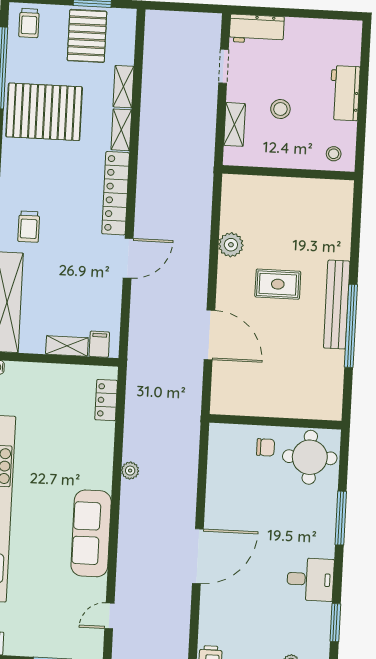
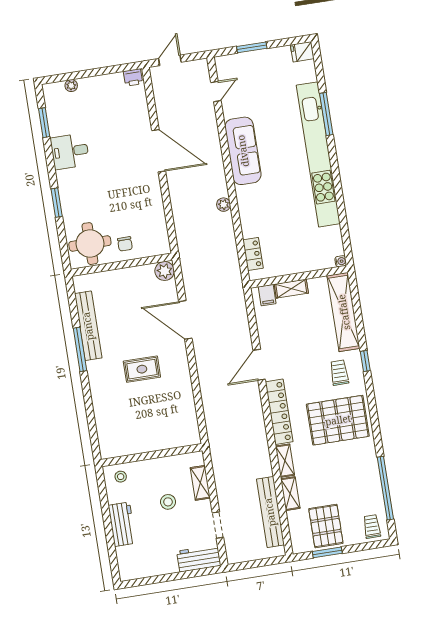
bench: (154, 69) -> (270, 512), added
pallet: (44, 112) -> (338, 420), moved
plant: (231, 245) -> (165, 271), moved
bench: (337, 305) -> (88, 326), moved
window: (351, 326) -> (80, 349), width x0.68
chair: (266, 447) -> (125, 244), turned -90
window: (341, 518) -> (57, 203), width x0.69
door: (198, 556) -> (159, 151), swing flipped

